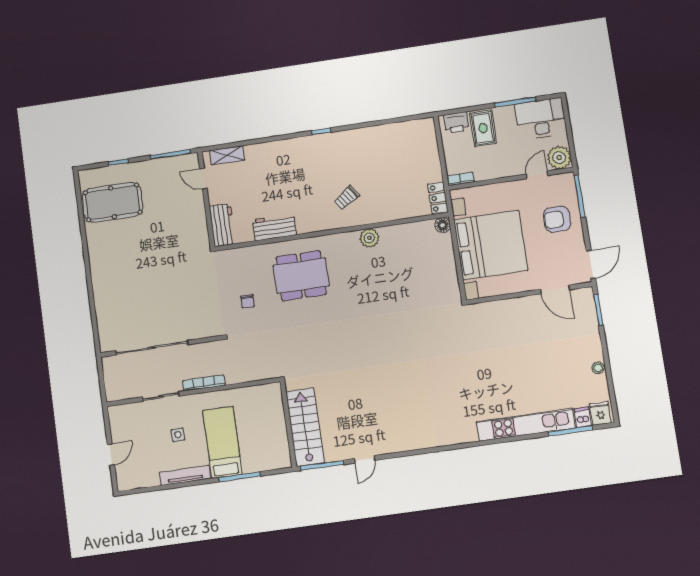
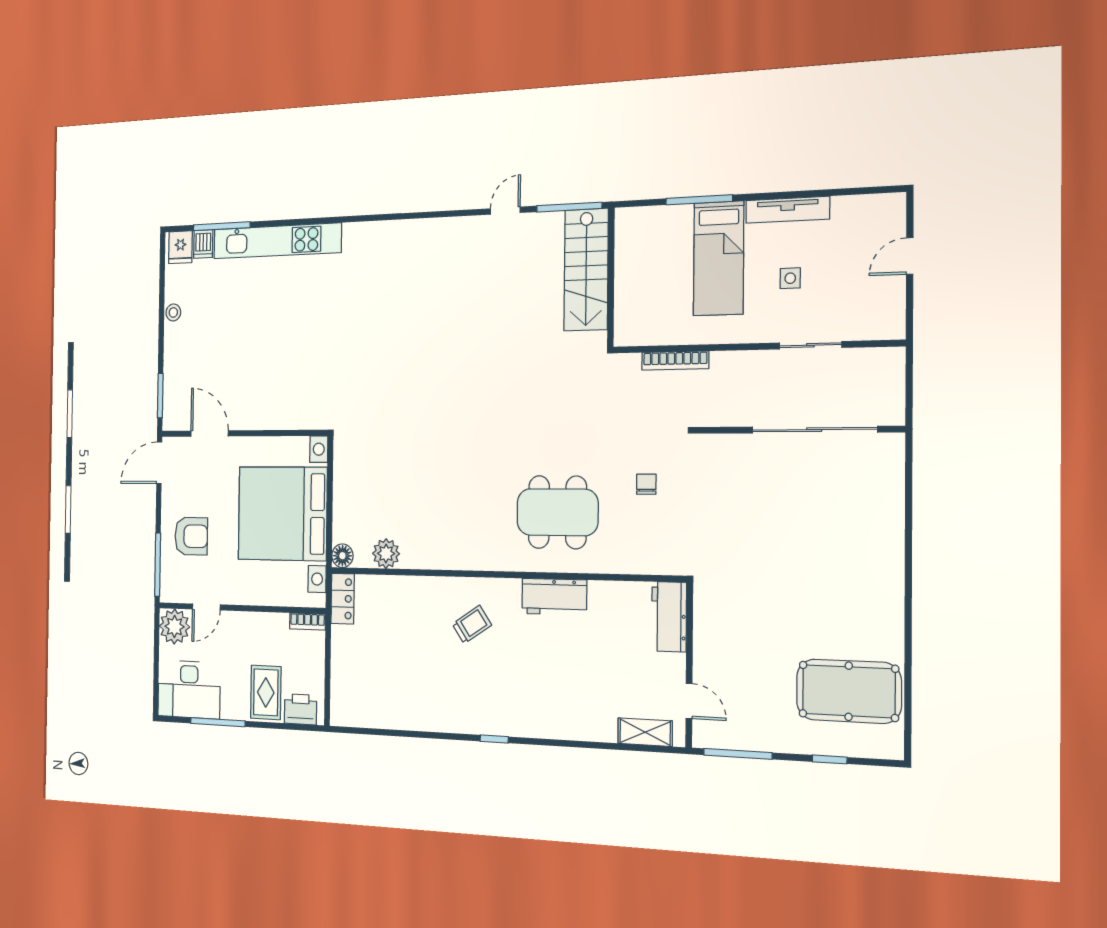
workbench: (274, 227) -> (554, 597), moved
plant: (369, 238) -> (386, 554), moved
bookcase: (204, 383) -> (675, 361), moved

